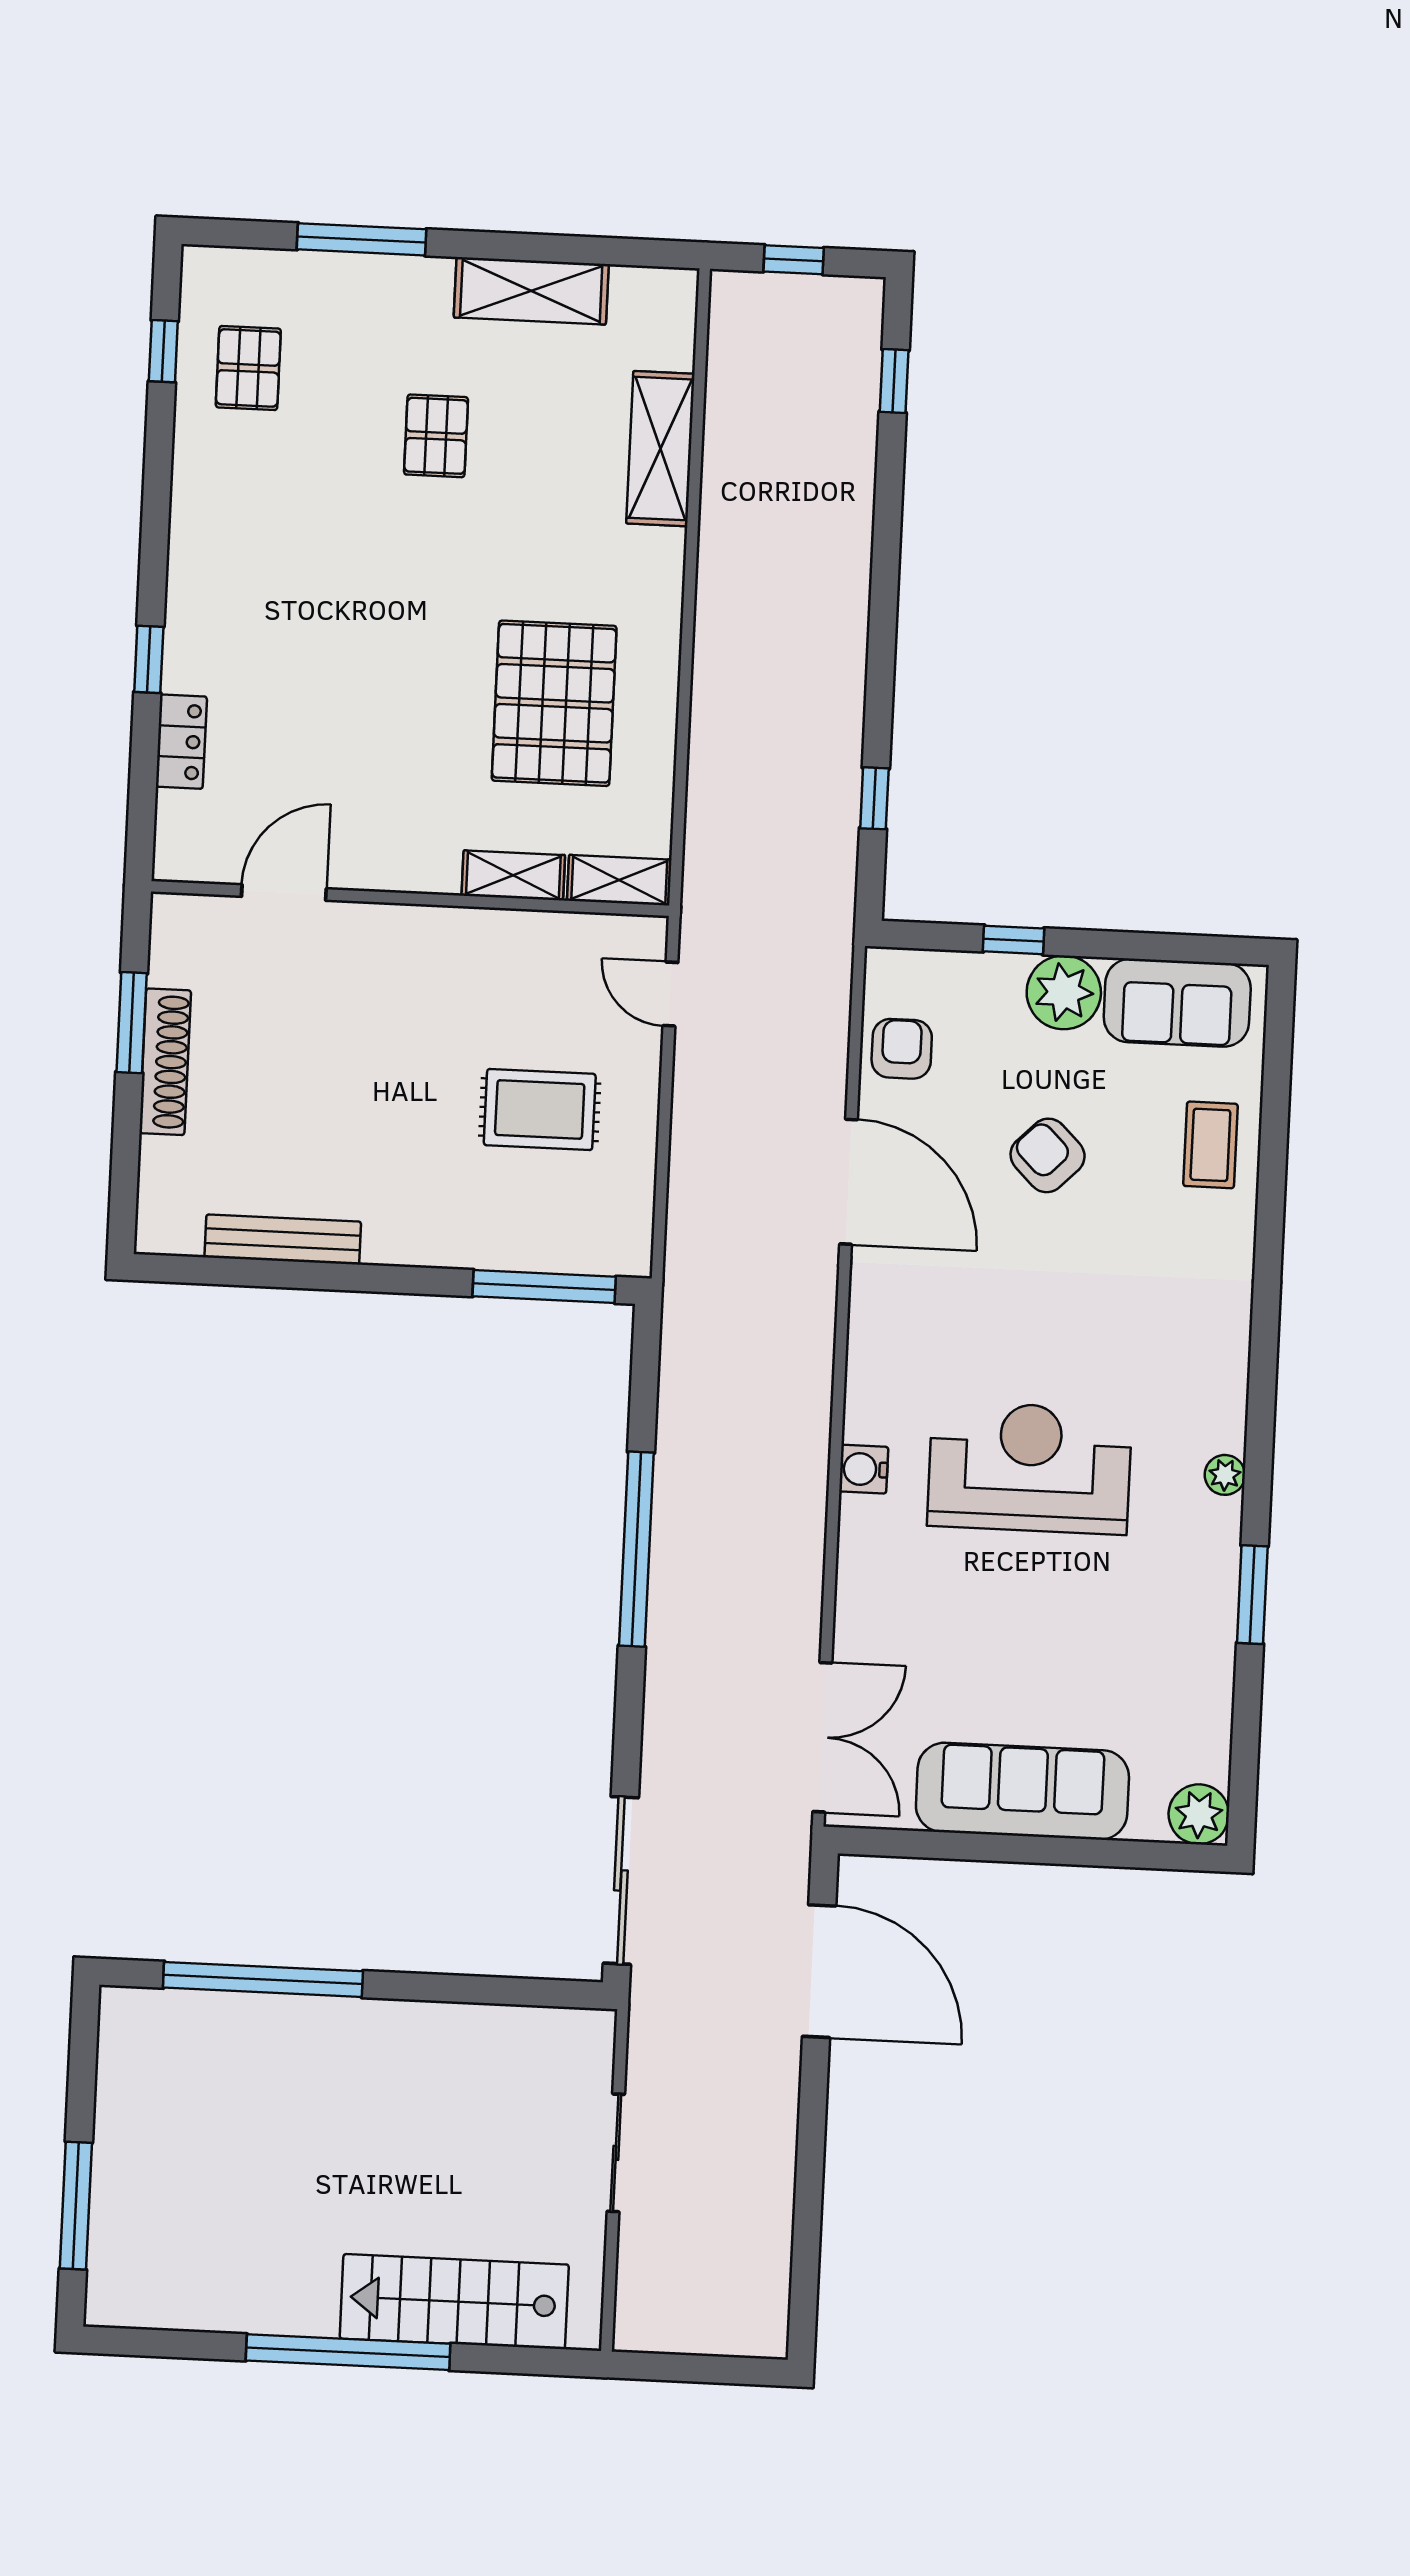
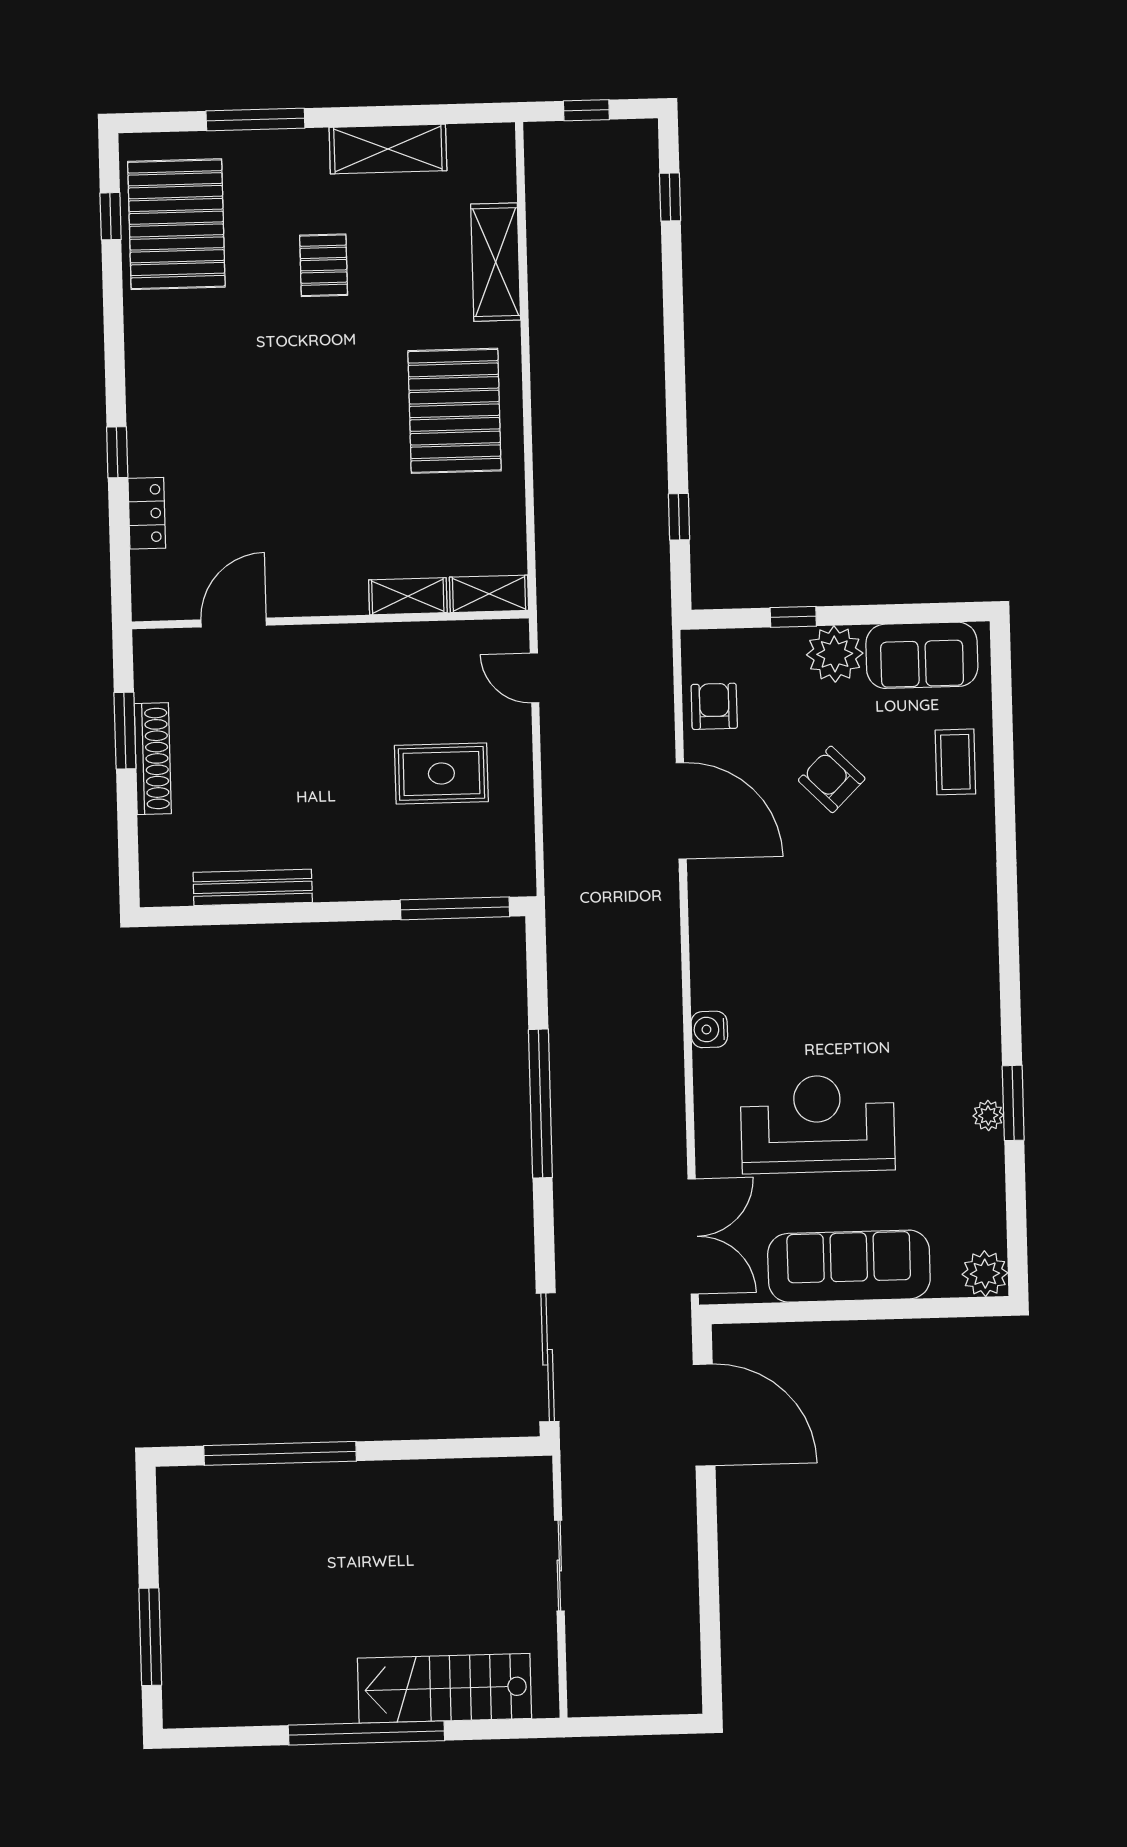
pallet: (248, 368) -> (176, 224), width x2.05, depth x2.00
pallet: (554, 703) -> (455, 411), moved
reception desk: (1030, 1468) -> (818, 1124), moved
plant: (1225, 1475) -> (988, 1115), moved

